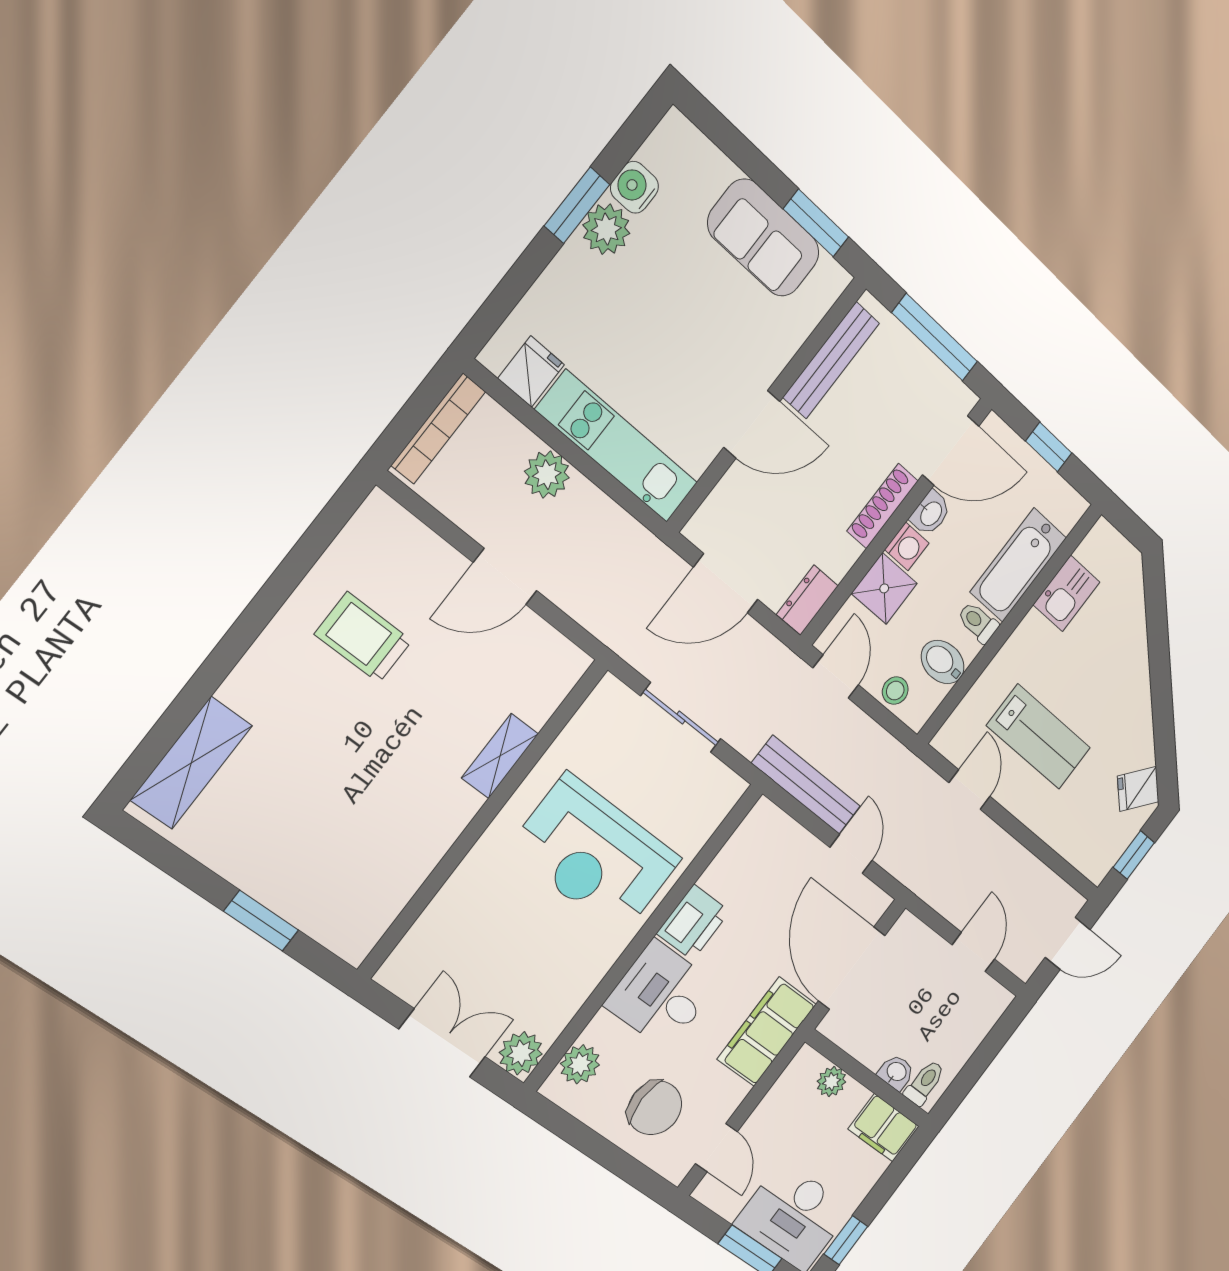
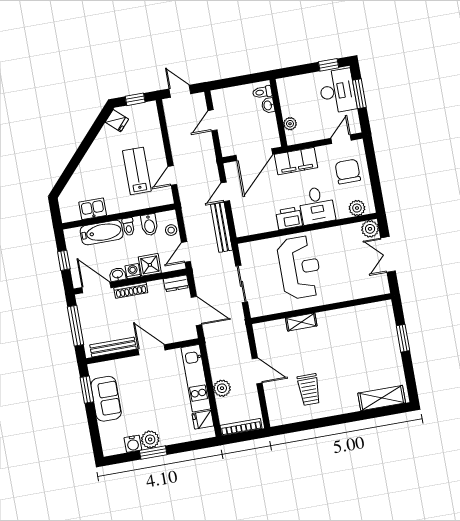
filing cabinet: (884, 1128) -> (287, 91), removed

